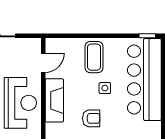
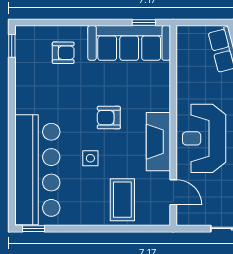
coffee table: (94, 57) -> (122, 200), moved
door: (43, 63) -> (173, 192), swing flipped

